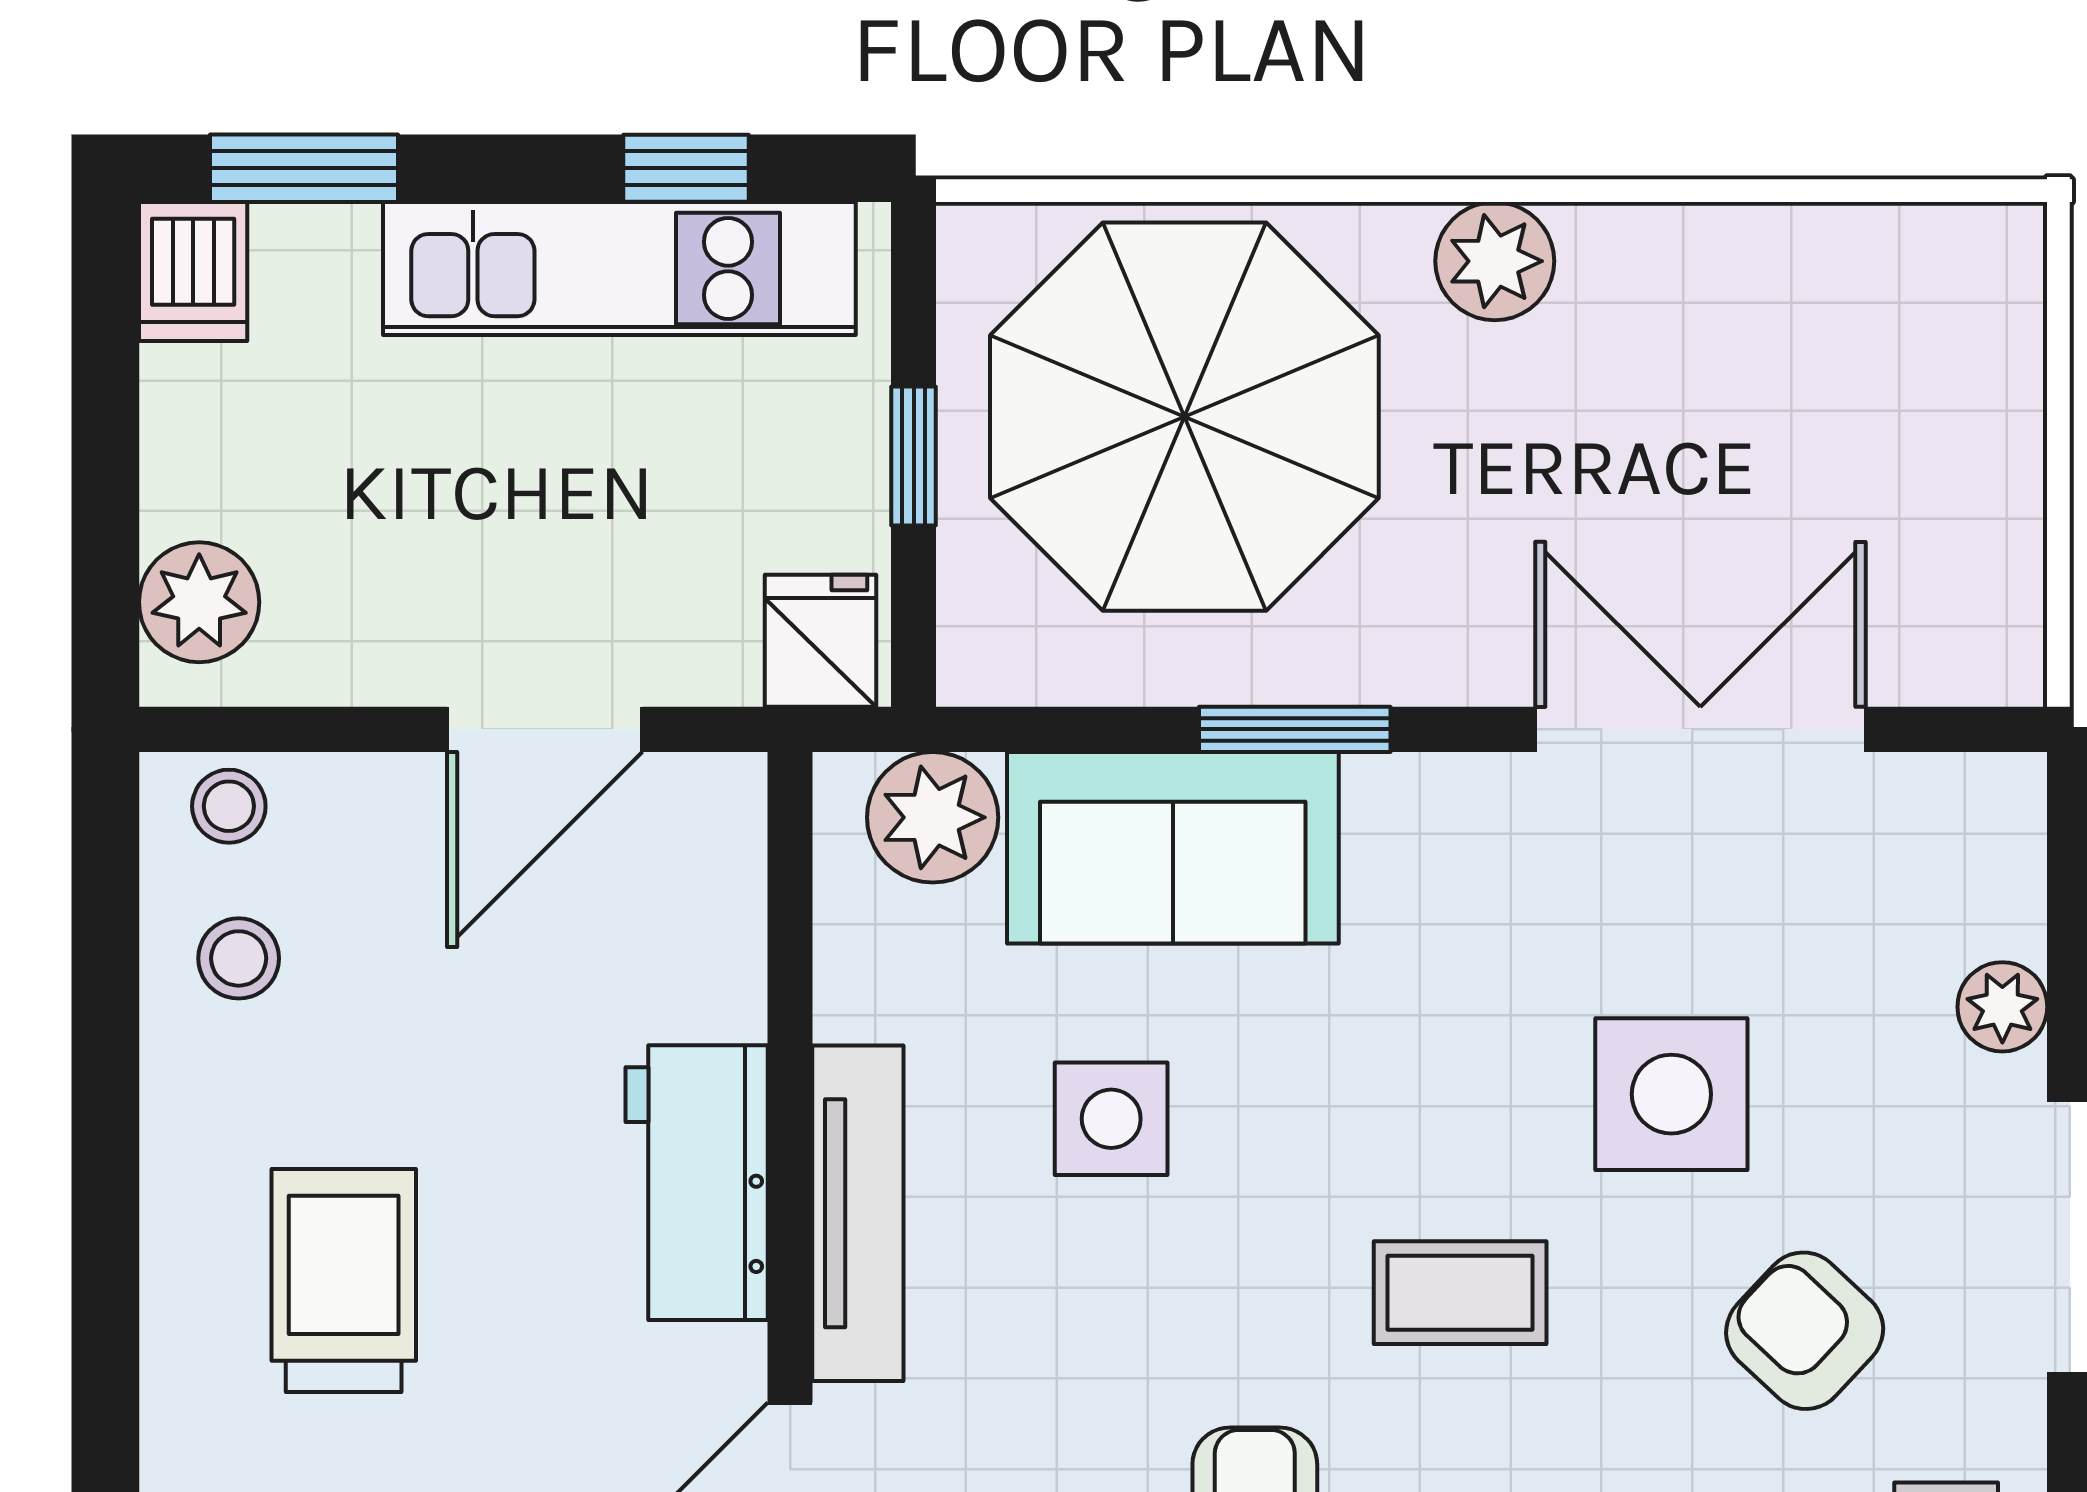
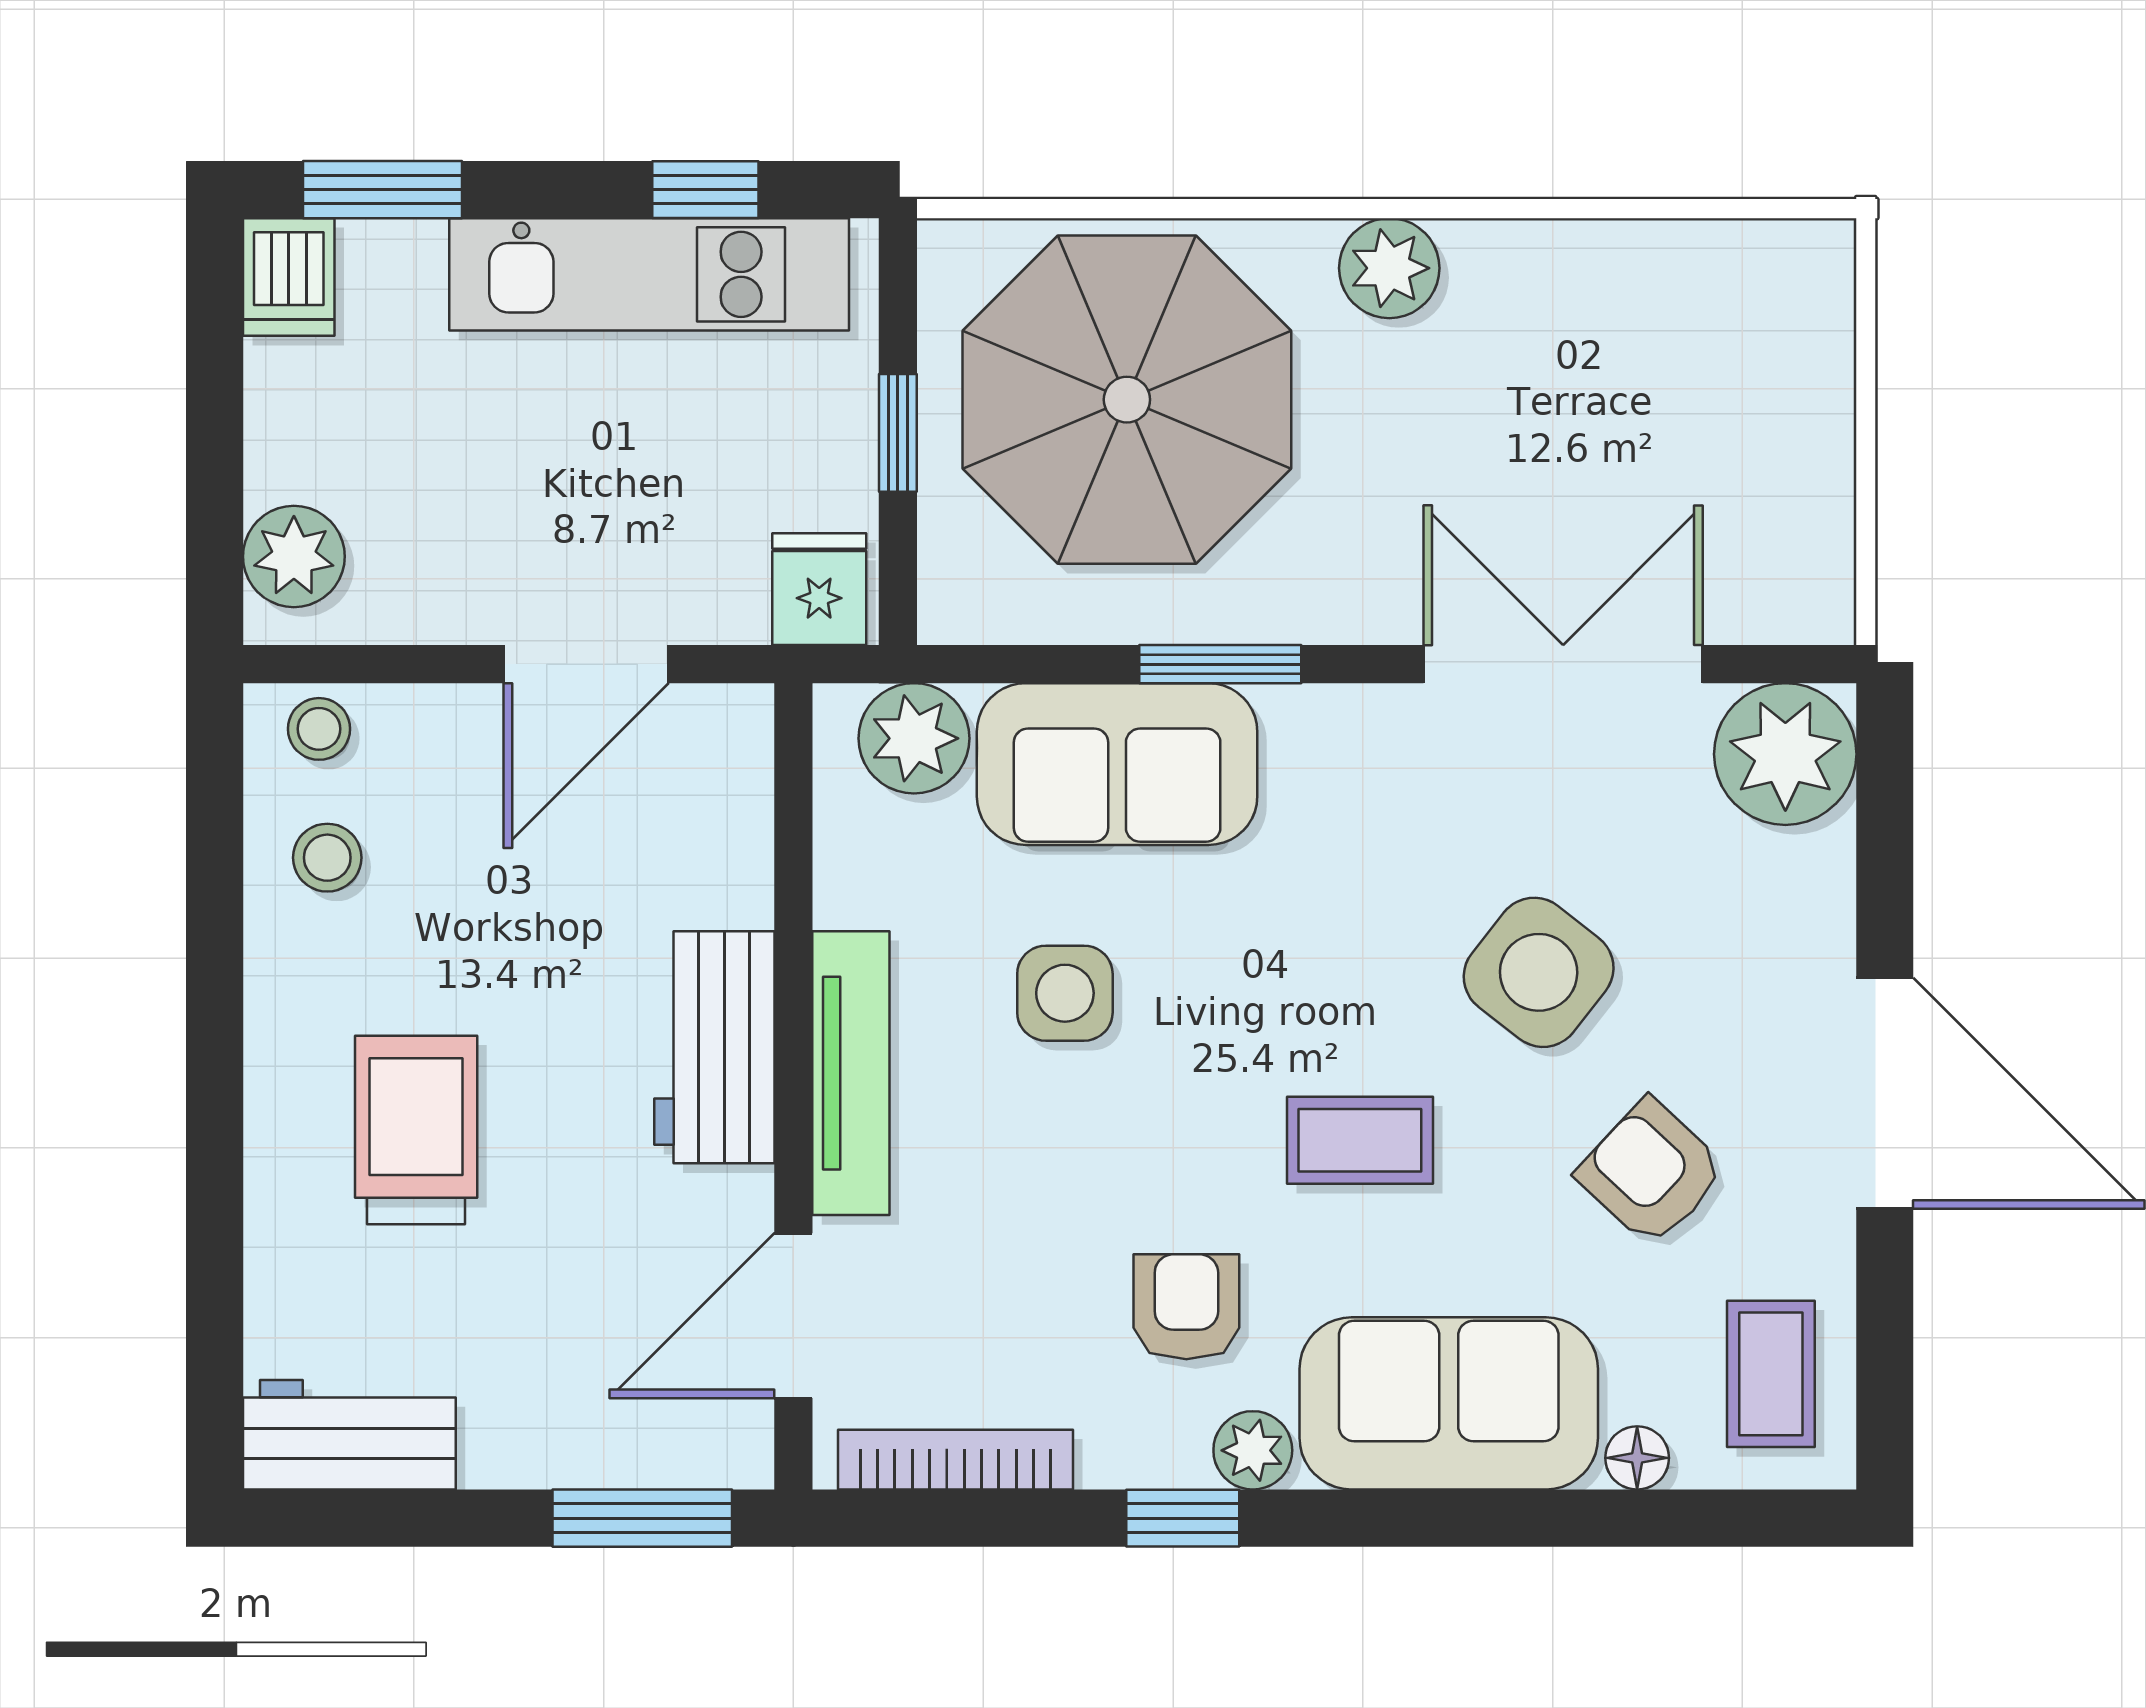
plant: (2002, 1007) -> (1785, 754), moved, width x1.88, depth x1.88
side table: (1671, 1094) -> (1539, 972), turned 38

